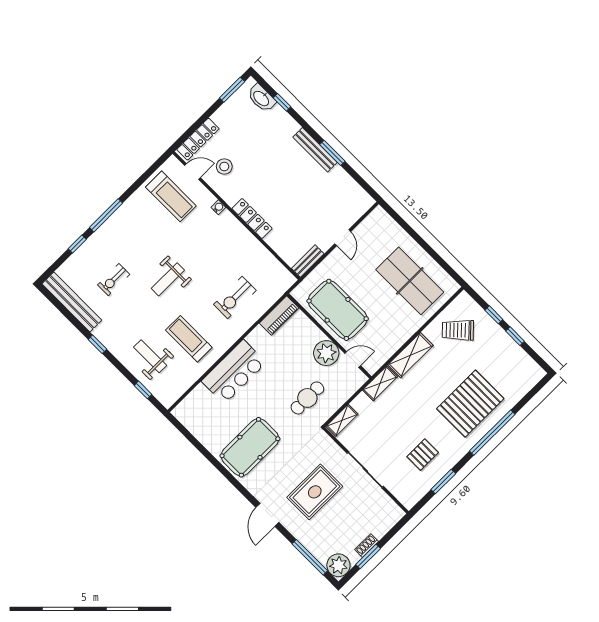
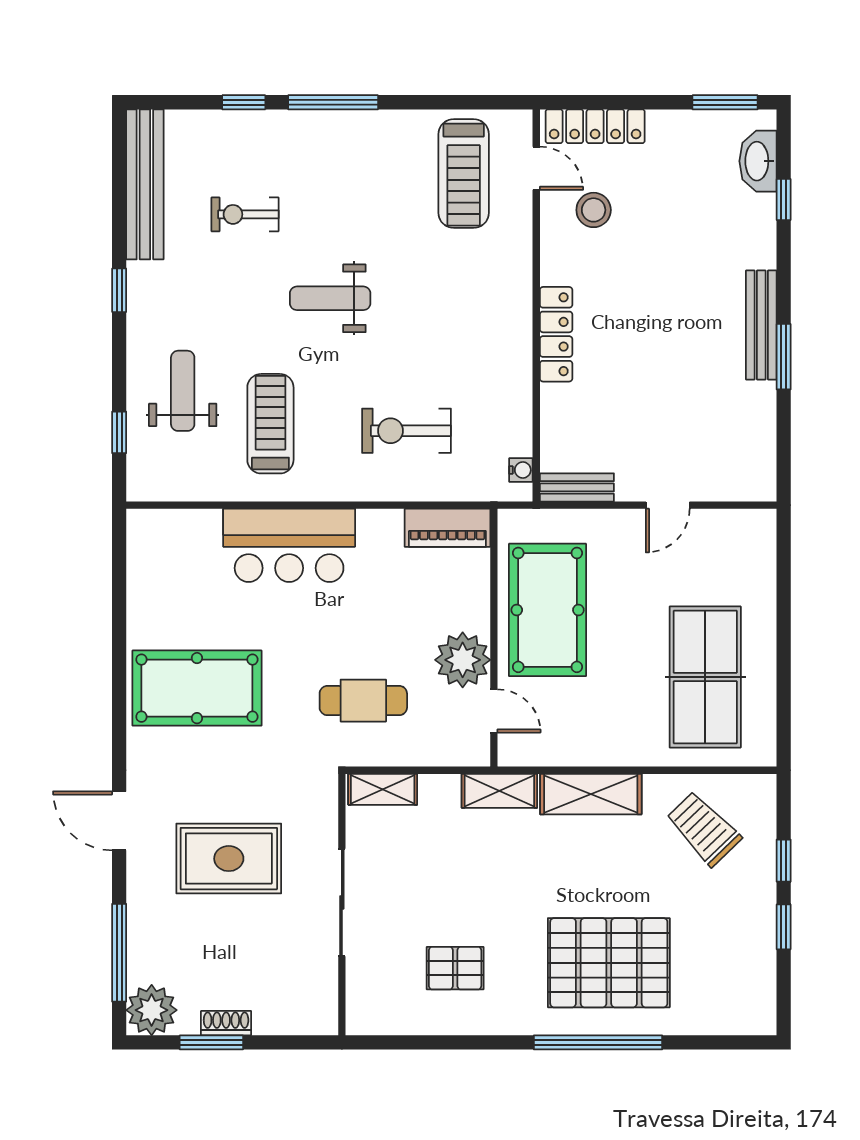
water cooler: (218, 207) -> (521, 470), moved
window: (443, 481) -> (446, 1042), removed
door: (267, 515) -> (119, 821), hinge flipped

